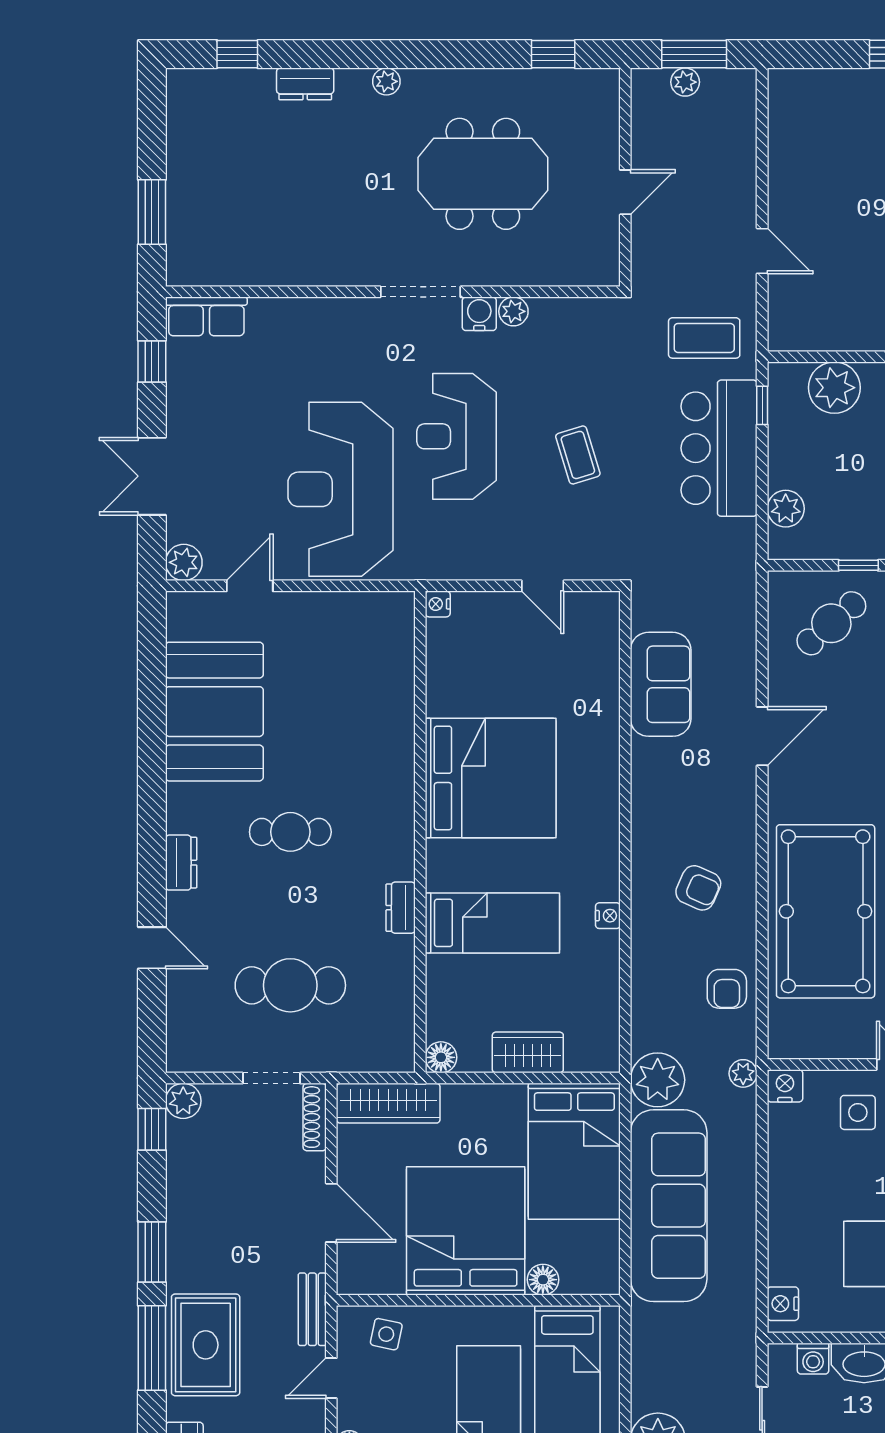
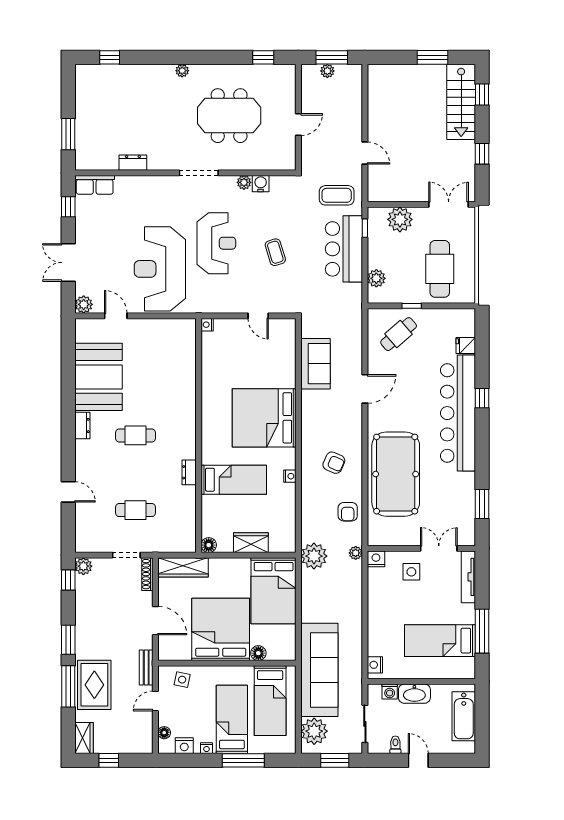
dresser: (305, 84) -> (133, 163), moved, turned 180
water cooler: (479, 314) -> (261, 184), moved
reception desk: (457, 436) -> (216, 243), turned 180
door: (250, 586) -> (116, 316), hinge flipped
bed: (491, 778) -> (264, 418), moved, turned 180
dresser: (181, 863) -> (82, 426), moved
cafe table: (290, 985) -> (135, 510), width x0.73, depth x0.74
sofa: (669, 1206) -> (319, 670), moved

